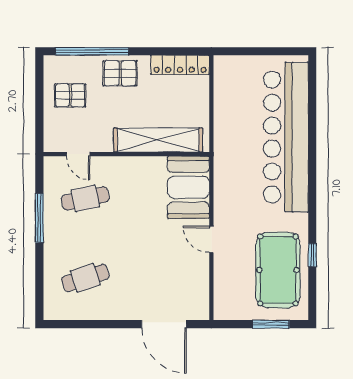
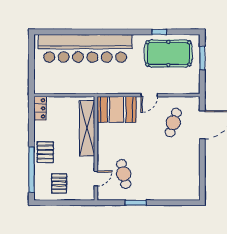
locker: (180, 65) -> (40, 108), width x0.66
window: (39, 218) -> (136, 203), width x0.69
cafe table: (85, 278) -> (173, 123), moved, turned 36

